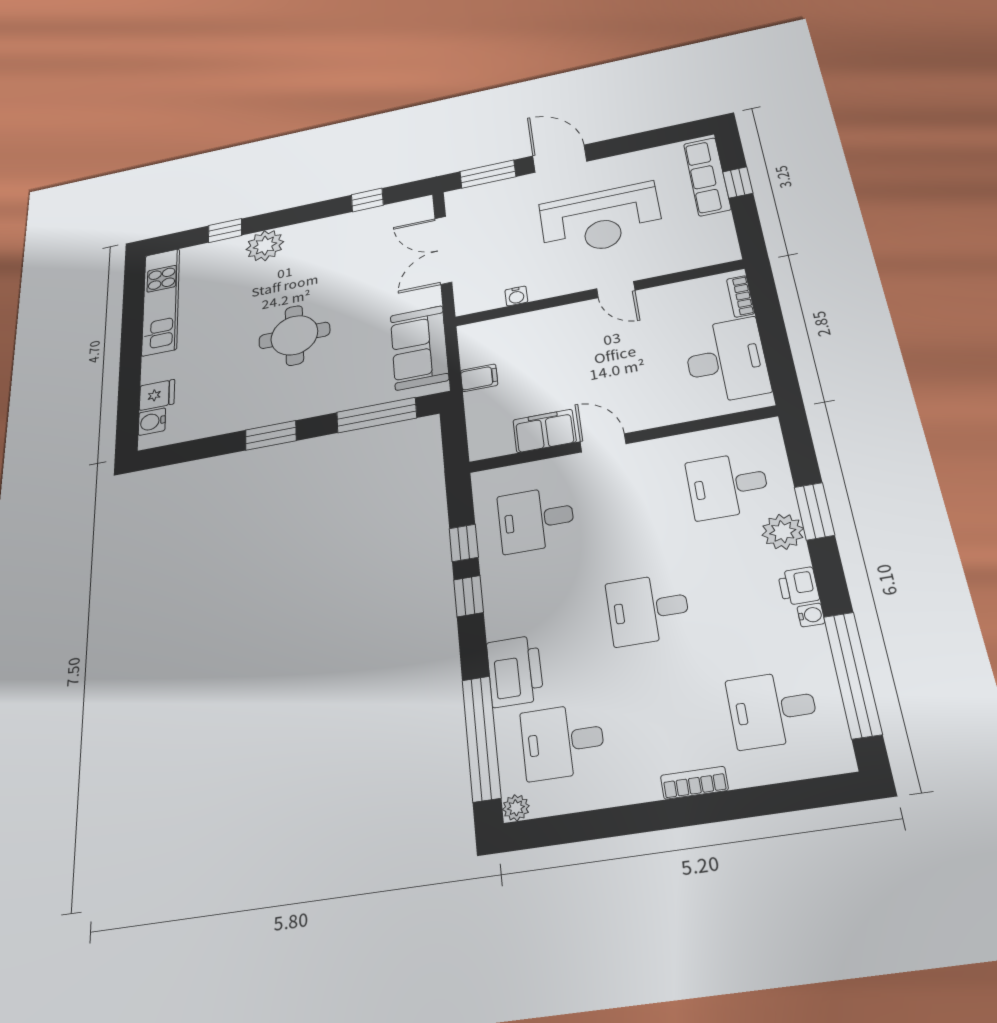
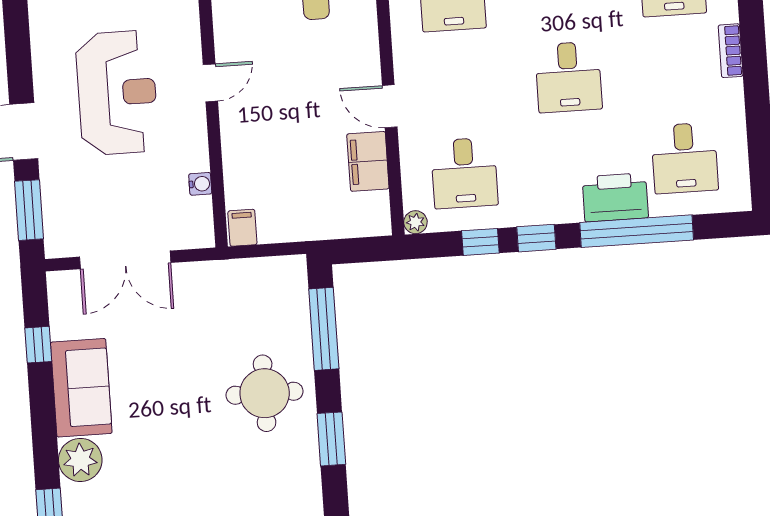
round table: (294, 335) -> (265, 393), moved
sofa: (419, 348) -> (81, 388), moved, turned -90
filing cabinet: (479, 378) -> (242, 228), moved
door: (603, 443) -> (390, 106), hinge flipped
window: (481, 738) -> (637, 231), moved
plant: (516, 808) -> (415, 222), moved

